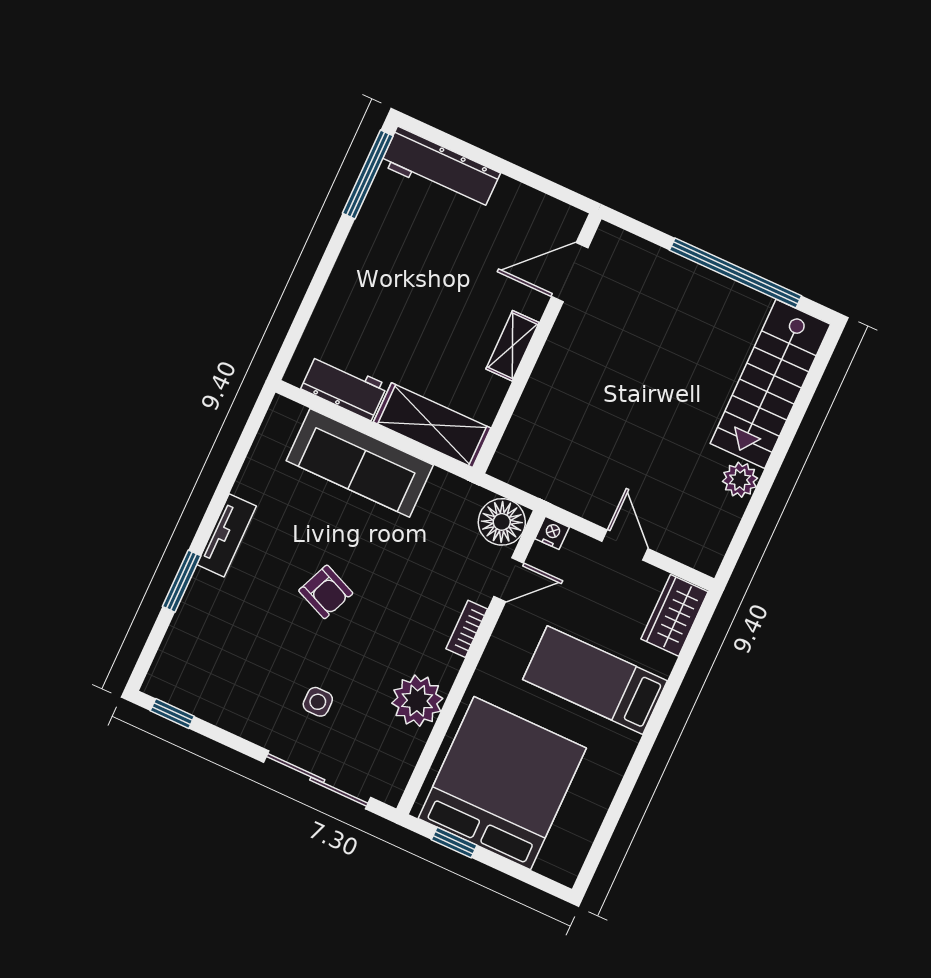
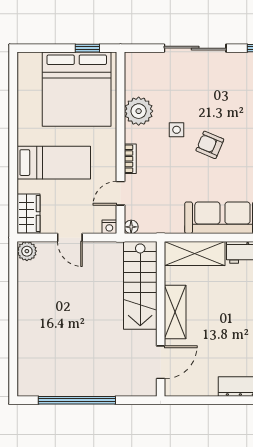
shelving: (512, 346) -> (175, 312), width x1.50, depth x1.33
stairs: (770, 384) -> (140, 285), moved, turned 180
plant: (740, 480) -> (27, 251), moved
floor lamp: (502, 522) -> (131, 227), width x0.53, depth x0.53
side table: (318, 702) -> (177, 130), moved
sliding door: (317, 780) -> (195, 48), moved

